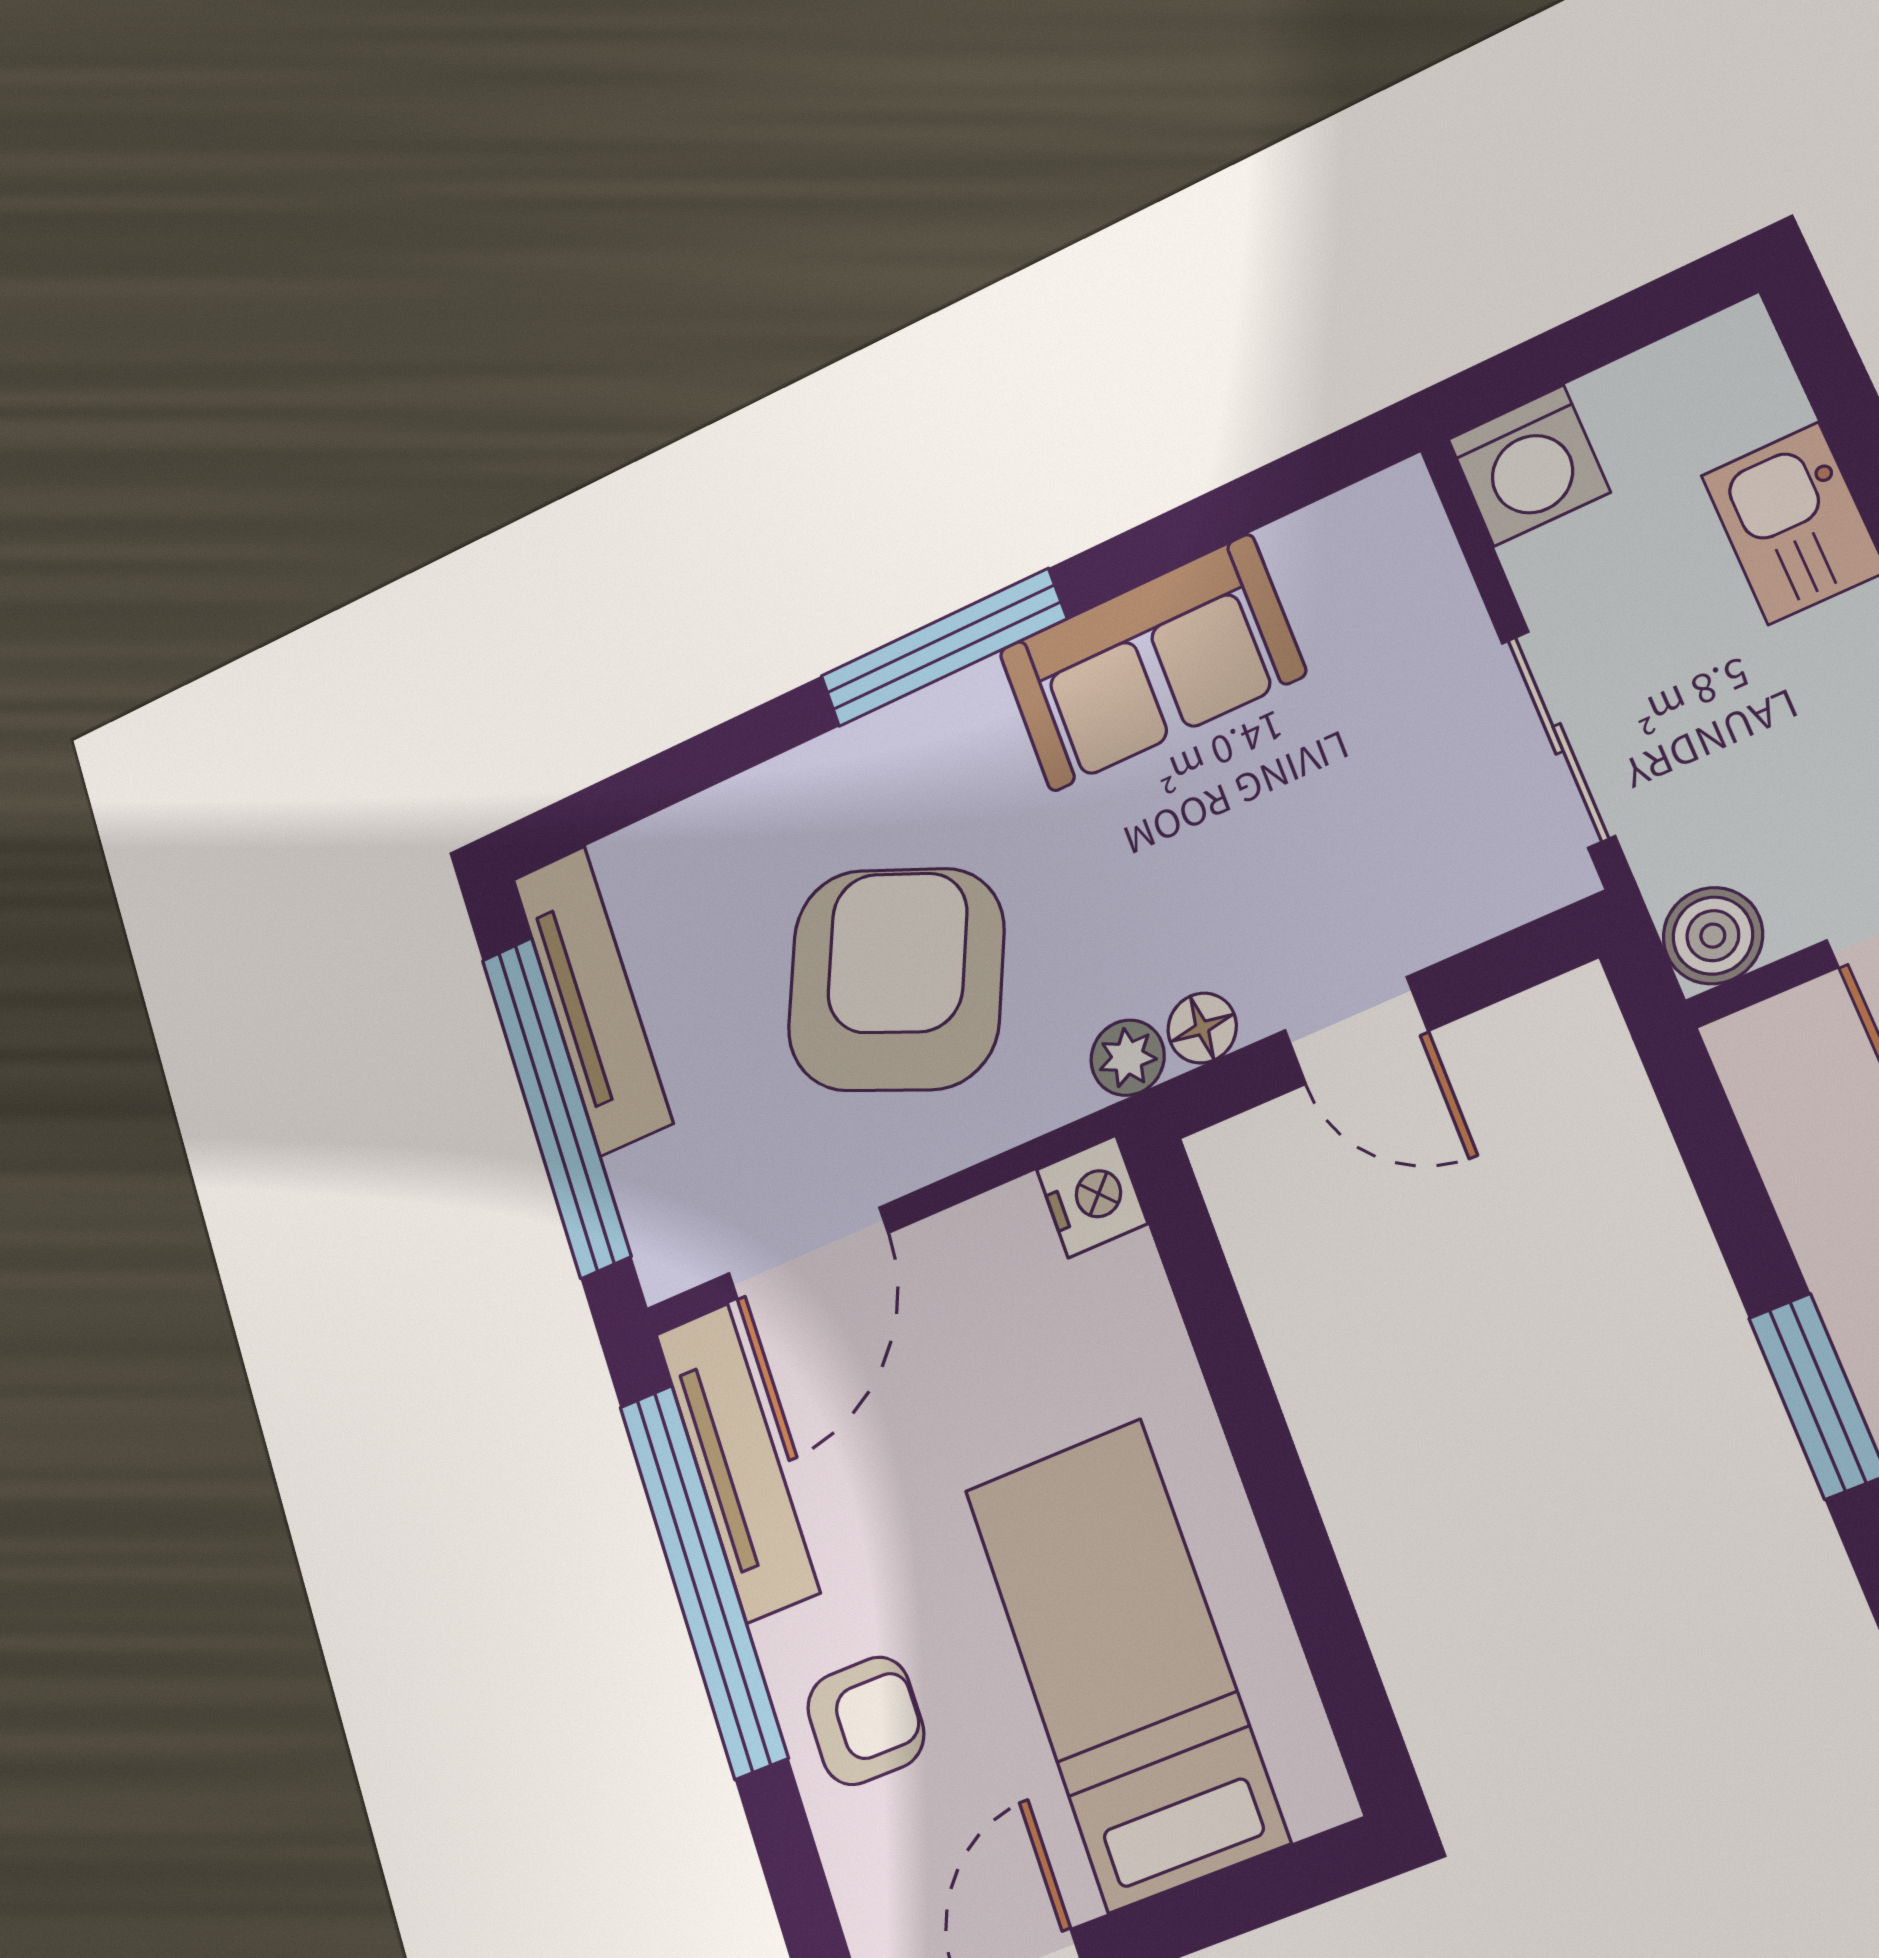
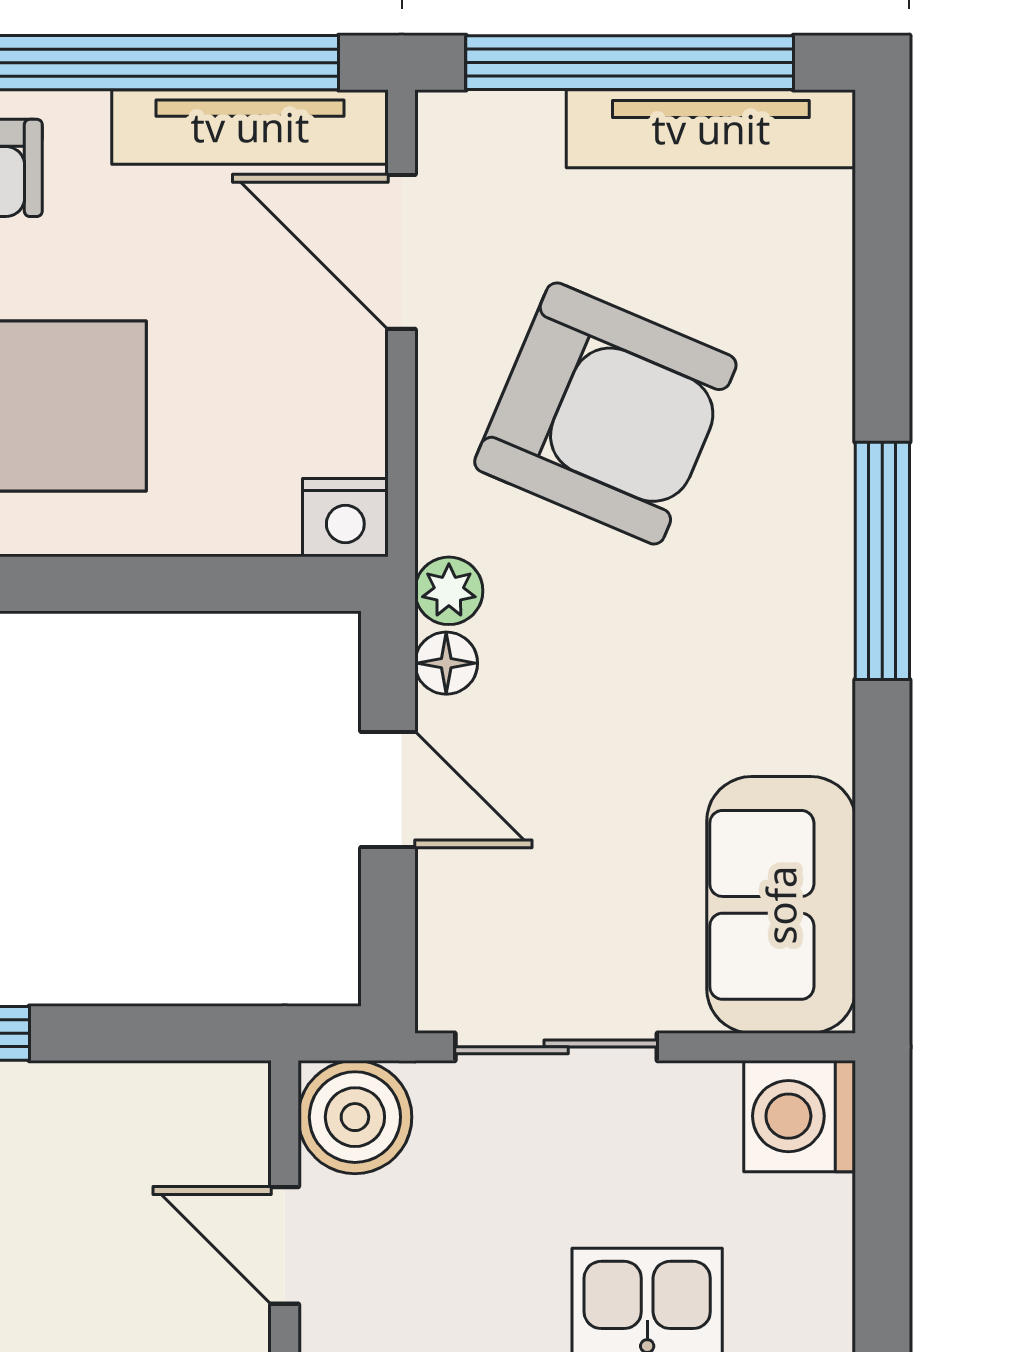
sofa: (1151, 663) -> (781, 905), moved
boiler: (1713, 936) -> (355, 1117), width x1.36, depth x1.36
door: (1356, 1031) -> (388, 790), swing flipped

